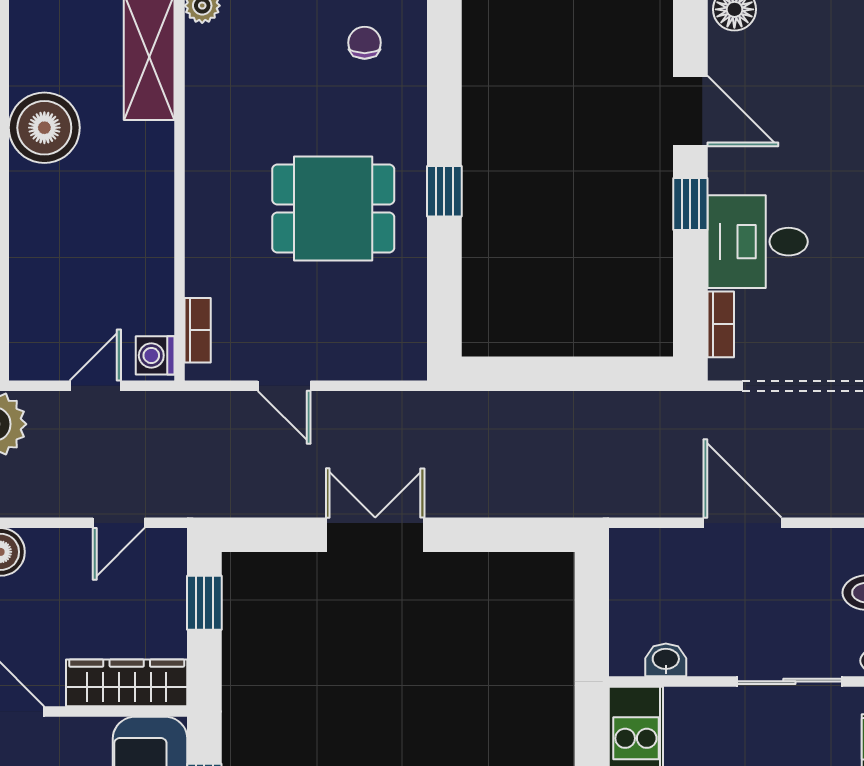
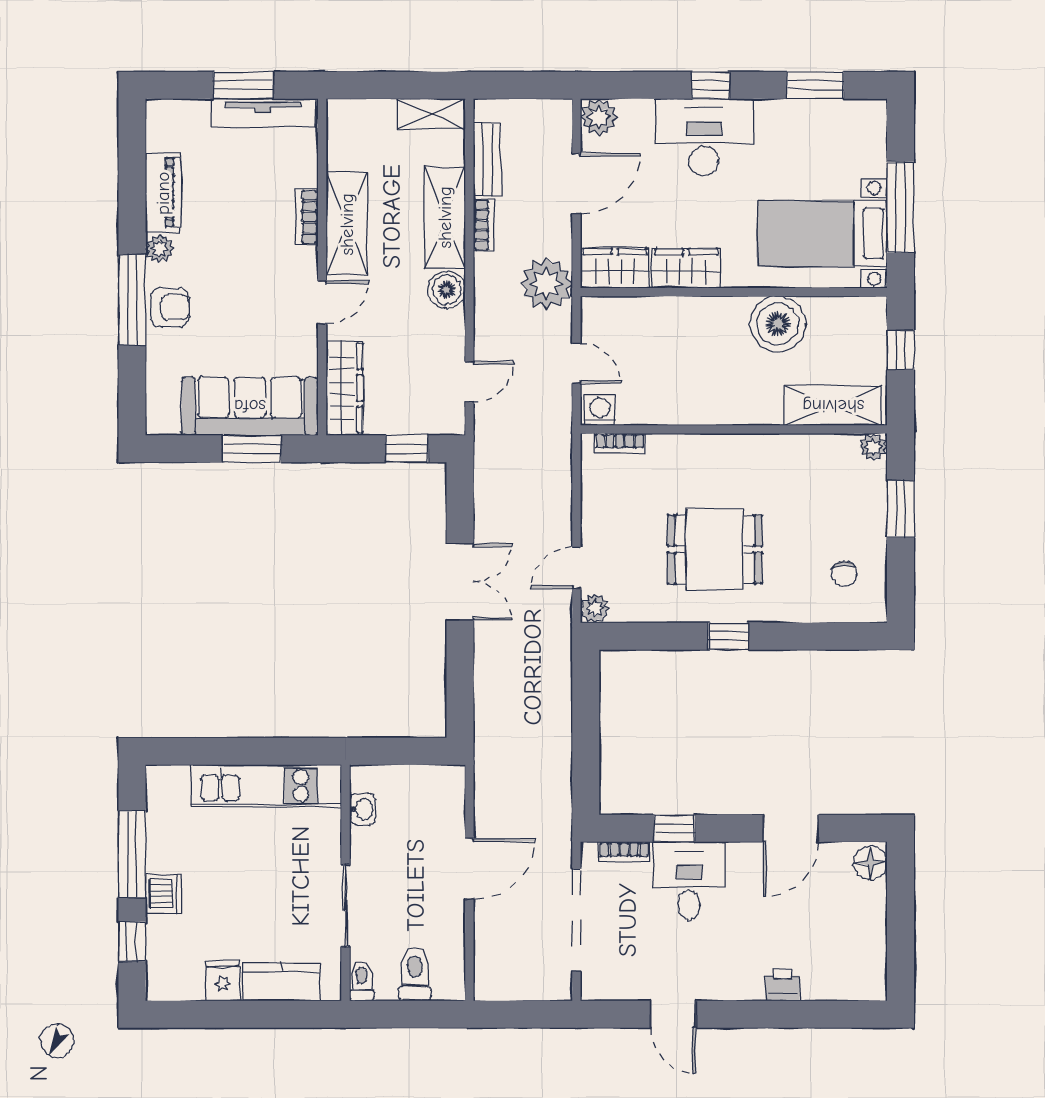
chair: (365, 43) -> (844, 574), turned 90
window: (690, 204) -> (674, 828), moved
dining table: (333, 209) -> (715, 549), turned 90
plant: (409, 362) -> (595, 608), added
door: (284, 386) -> (576, 568), moved
door: (119, 523) -> (469, 382), swing flipped

